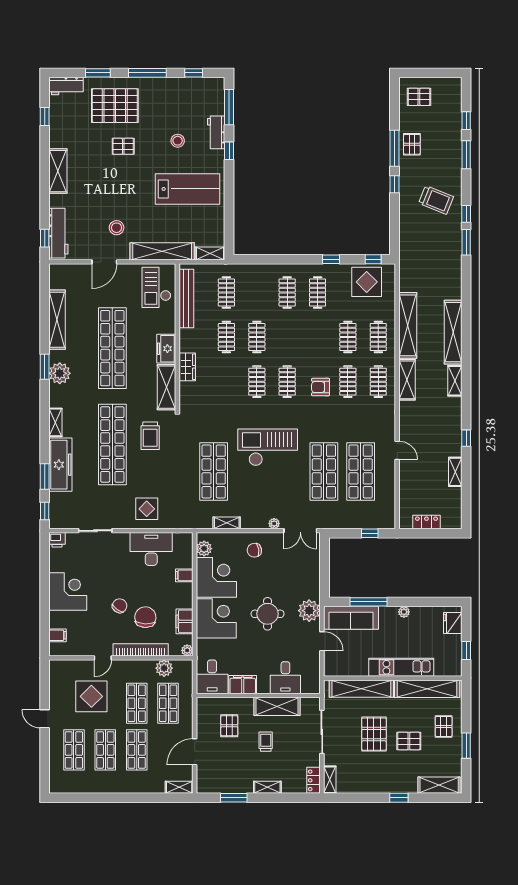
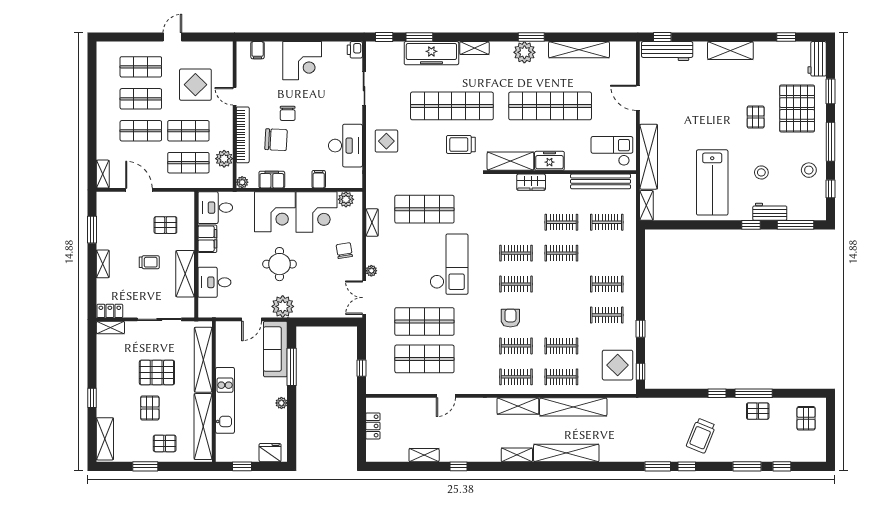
stool: (117, 228) -> (809, 170), moved
chair: (120, 606) -> (288, 113), turned 54

